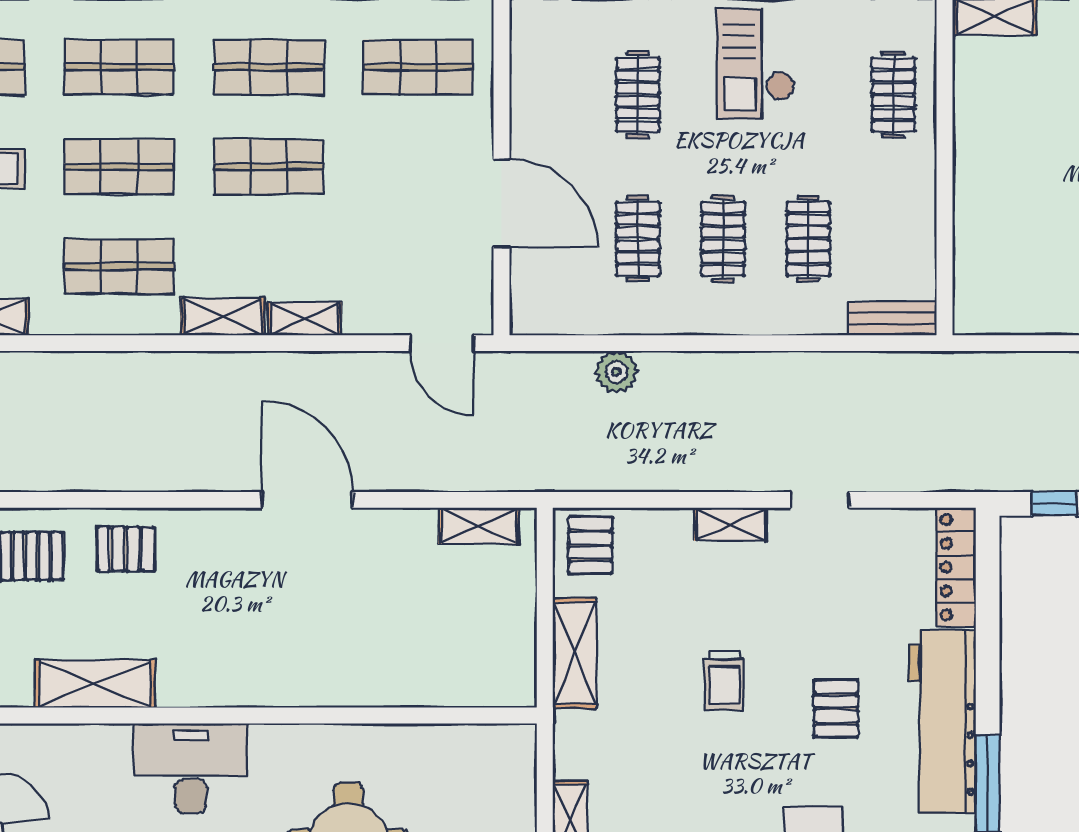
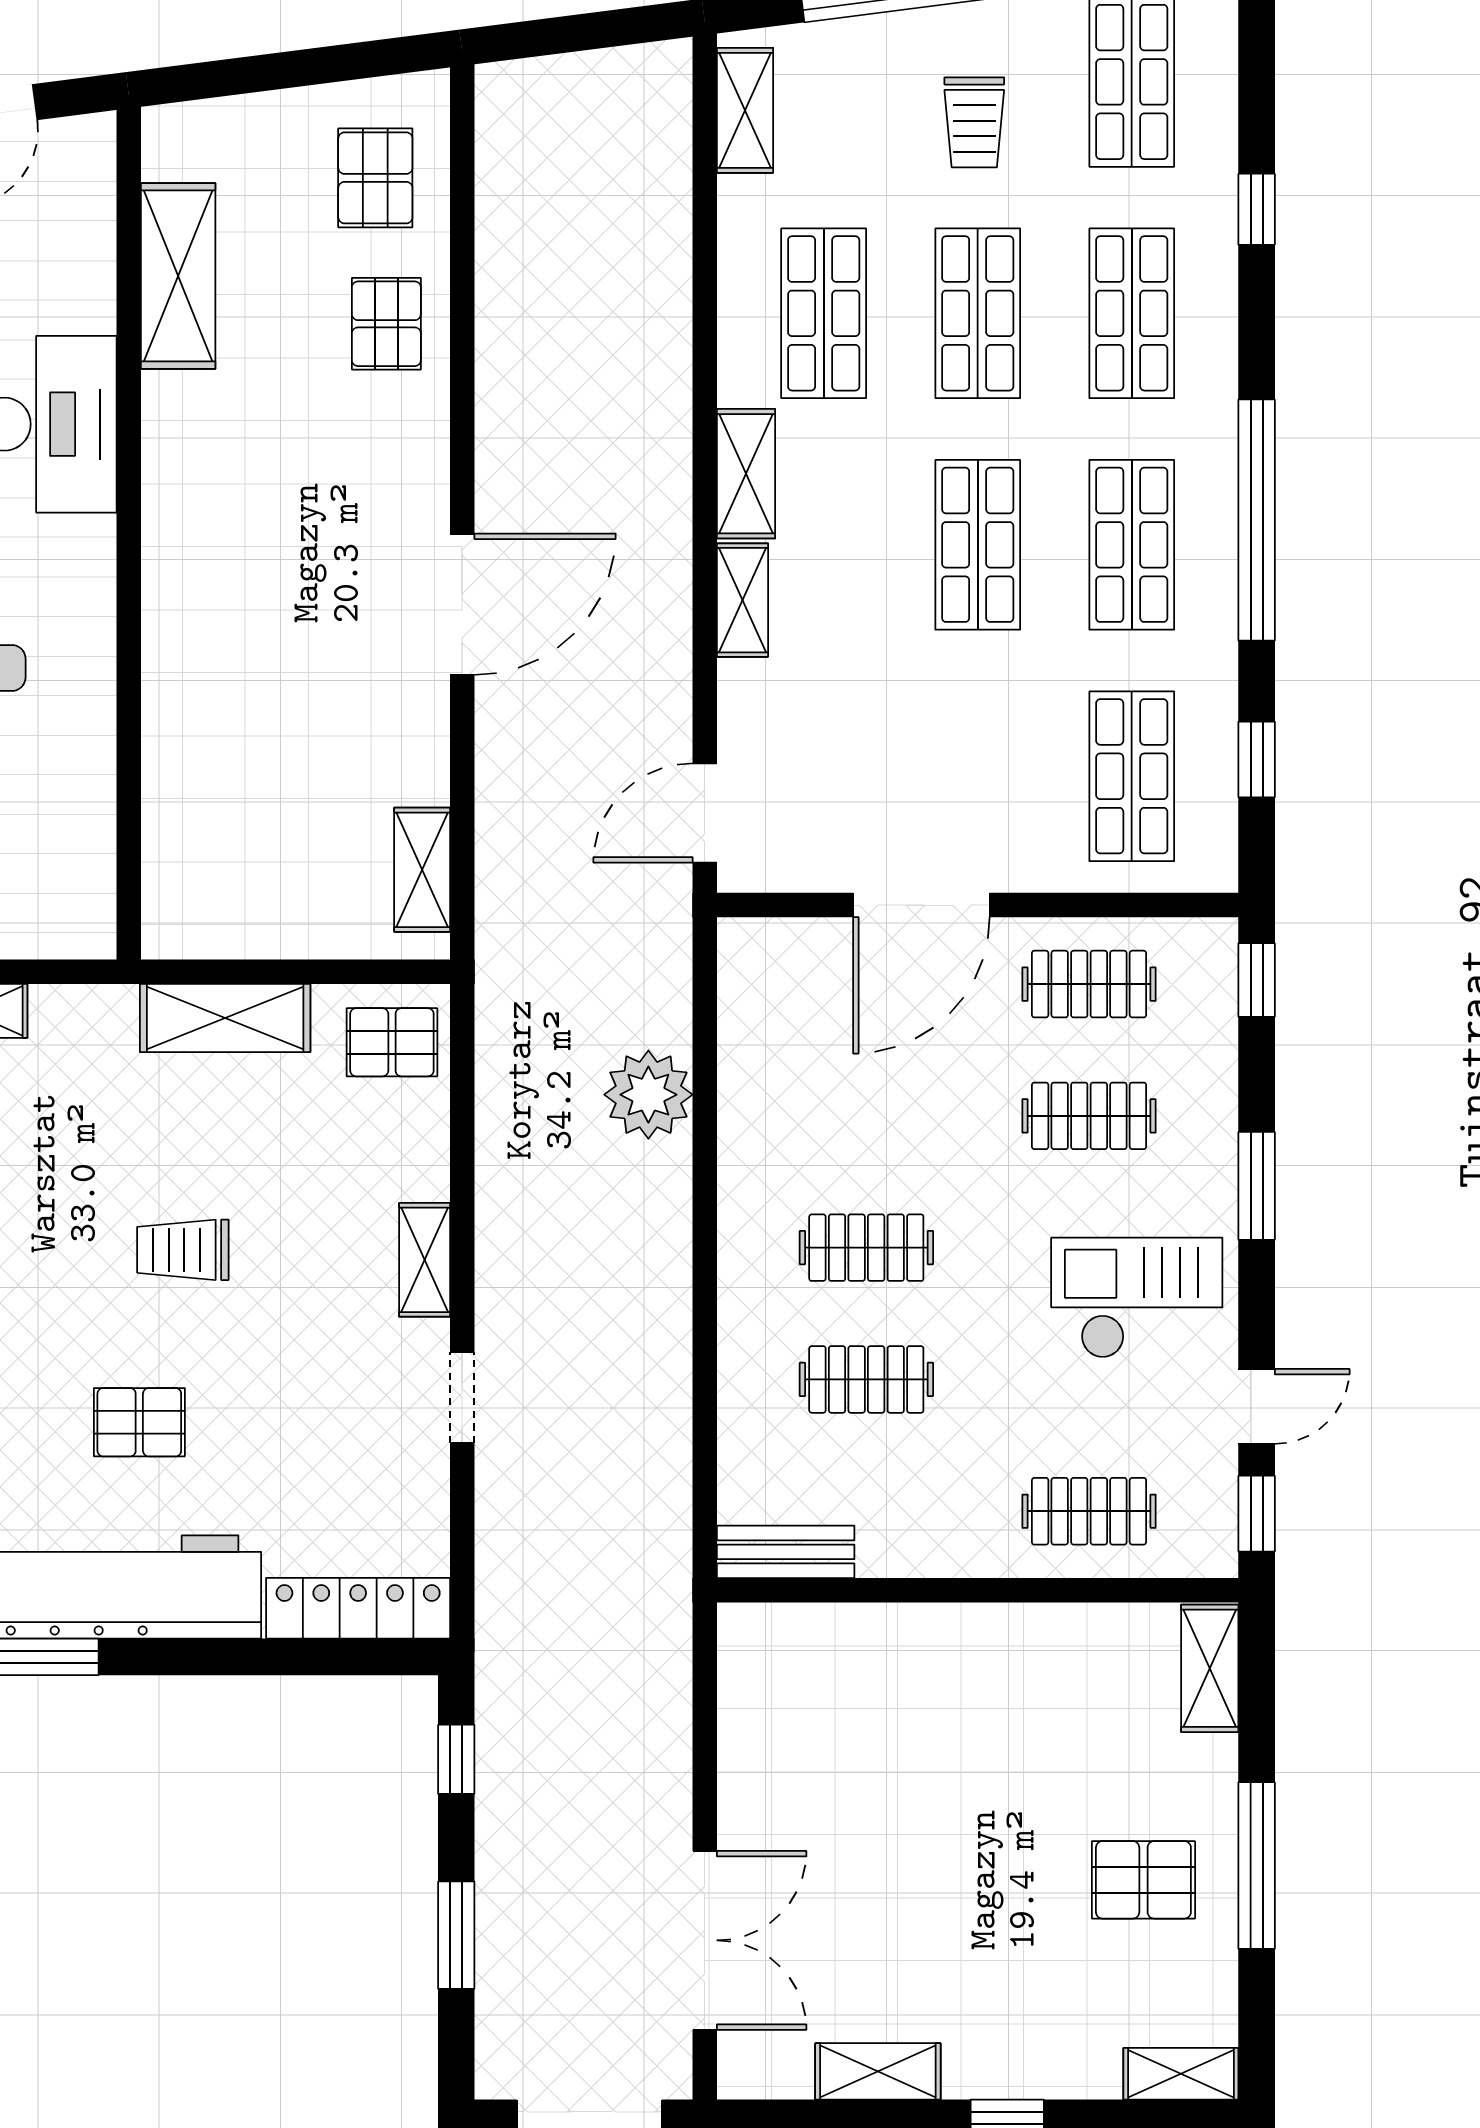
clothes rail: (638, 239) -> (1089, 984), moved
bench: (892, 318) -> (786, 1552), moved, turned 90
plant: (616, 372) -> (648, 1095), width x1.36, depth x1.36

